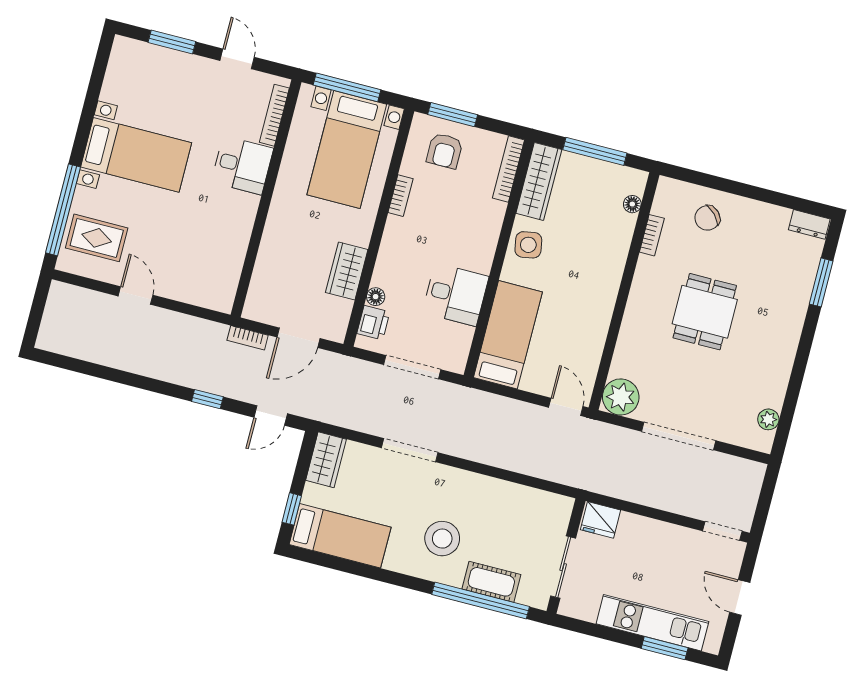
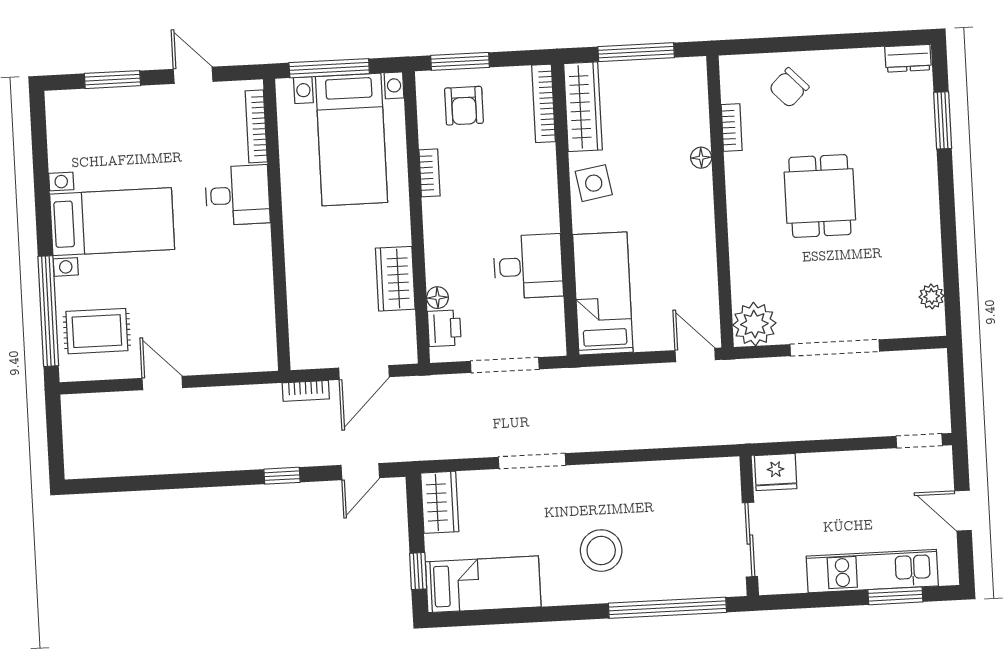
floor lamp: (632, 204) -> (701, 158), moved
cot: (491, 582) -> (673, 582), removed

